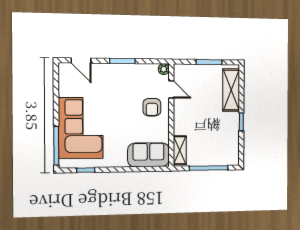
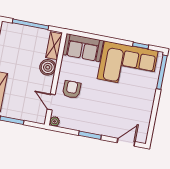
door: (81, 60) -> (126, 142), hinge flipped
boiler: (182, 126) -> (48, 67), added
corner sofa: (81, 128) -> (128, 65), moved, turned -90

